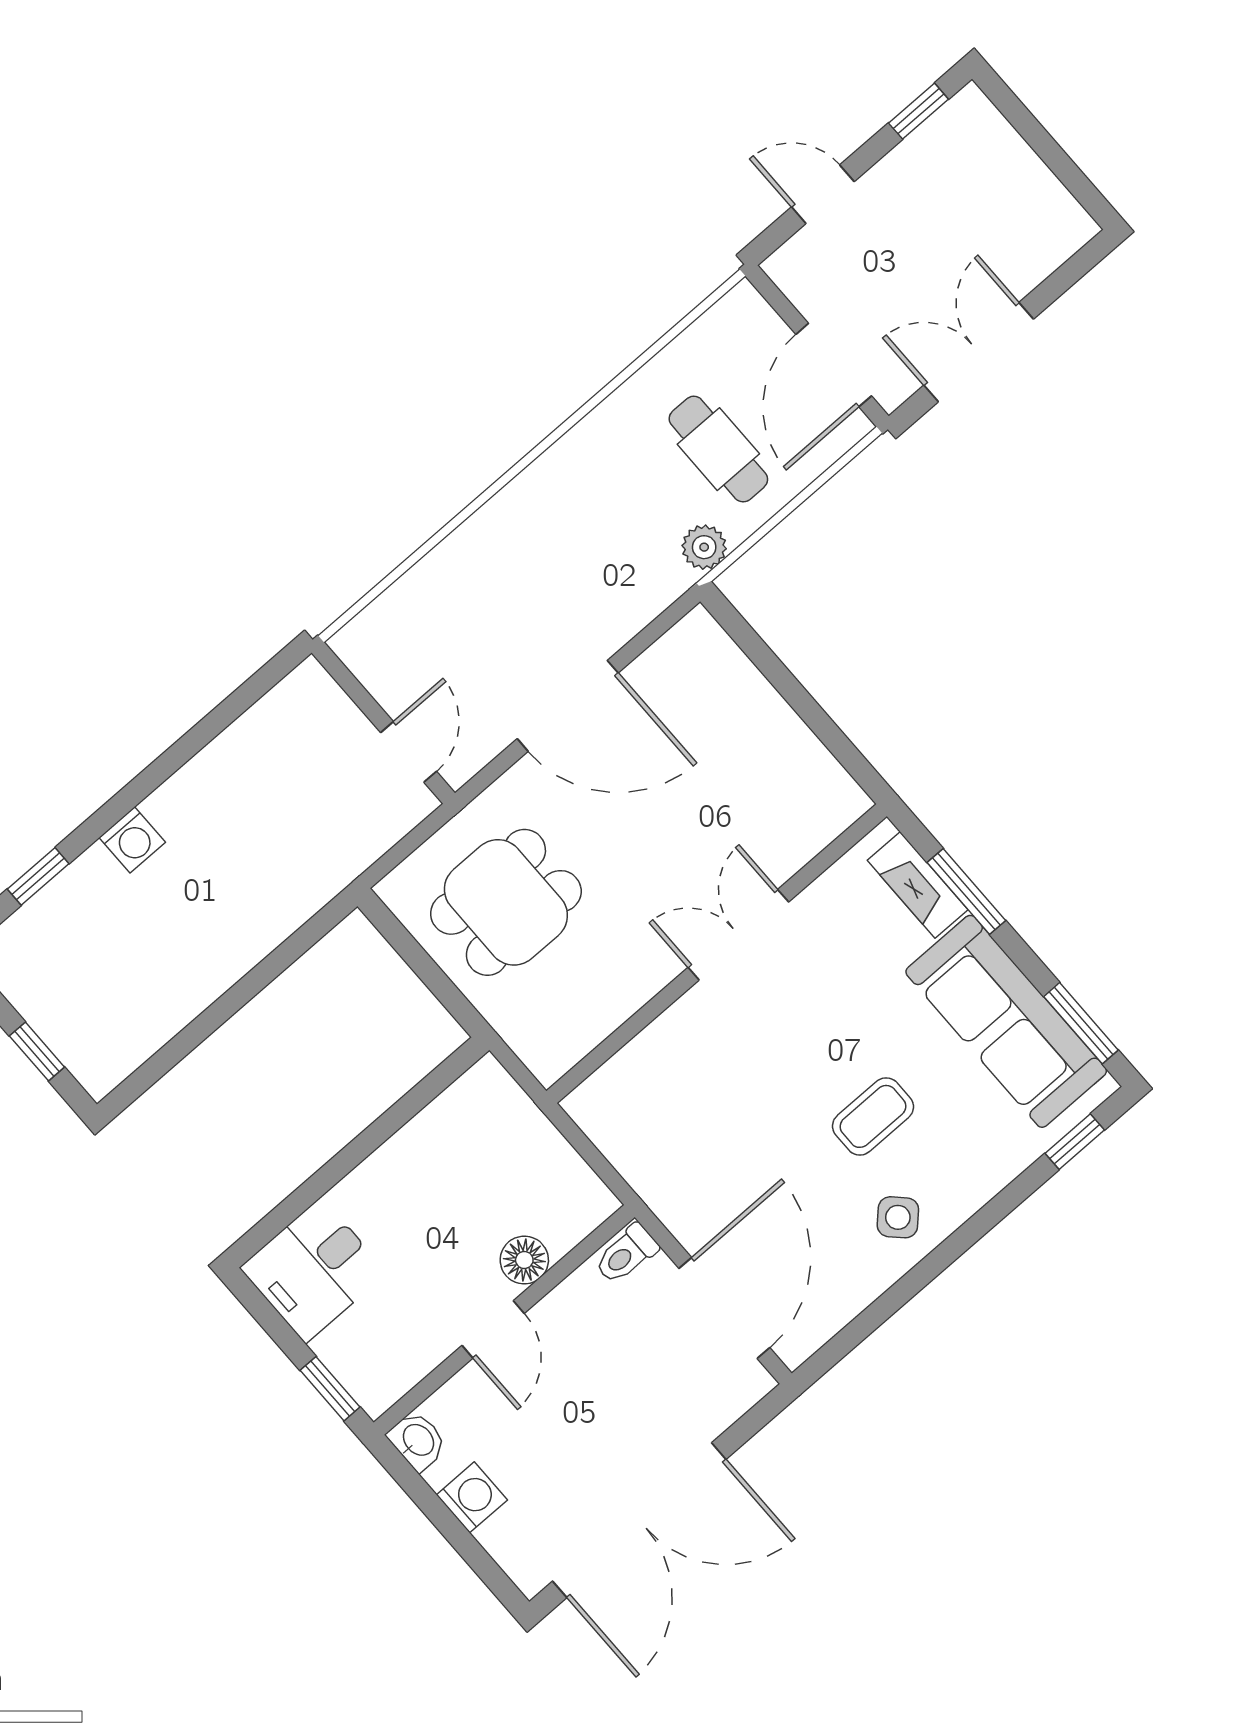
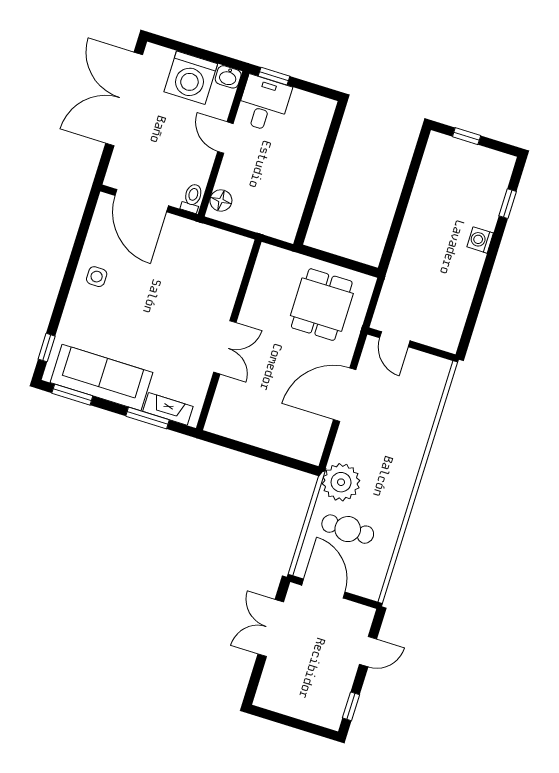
double door: (979, 352) -> (271, 628), swing flipped
plant: (704, 547) -> (341, 482), width x1.87, depth x1.87
coffee table: (873, 1116) -> (130, 309), removed
side table: (898, 1217) -> (97, 277), turned 45
floor lamp: (524, 1260) -> (221, 200), moved
desk: (313, 1270) -> (264, 104), moved
washing machine: (472, 1497) -> (191, 78), width x1.89, depth x1.89

